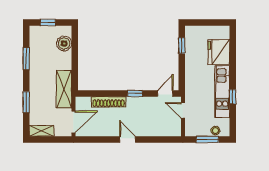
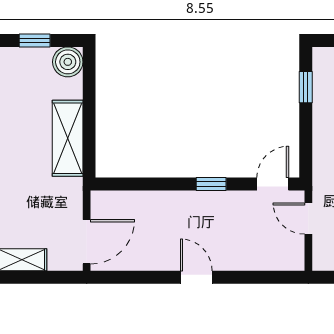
boiler: (64, 43) -> (68, 62), moved
shelving: (64, 89) -> (68, 138), moved
shoe rack: (109, 102) -> (158, 201), removed

